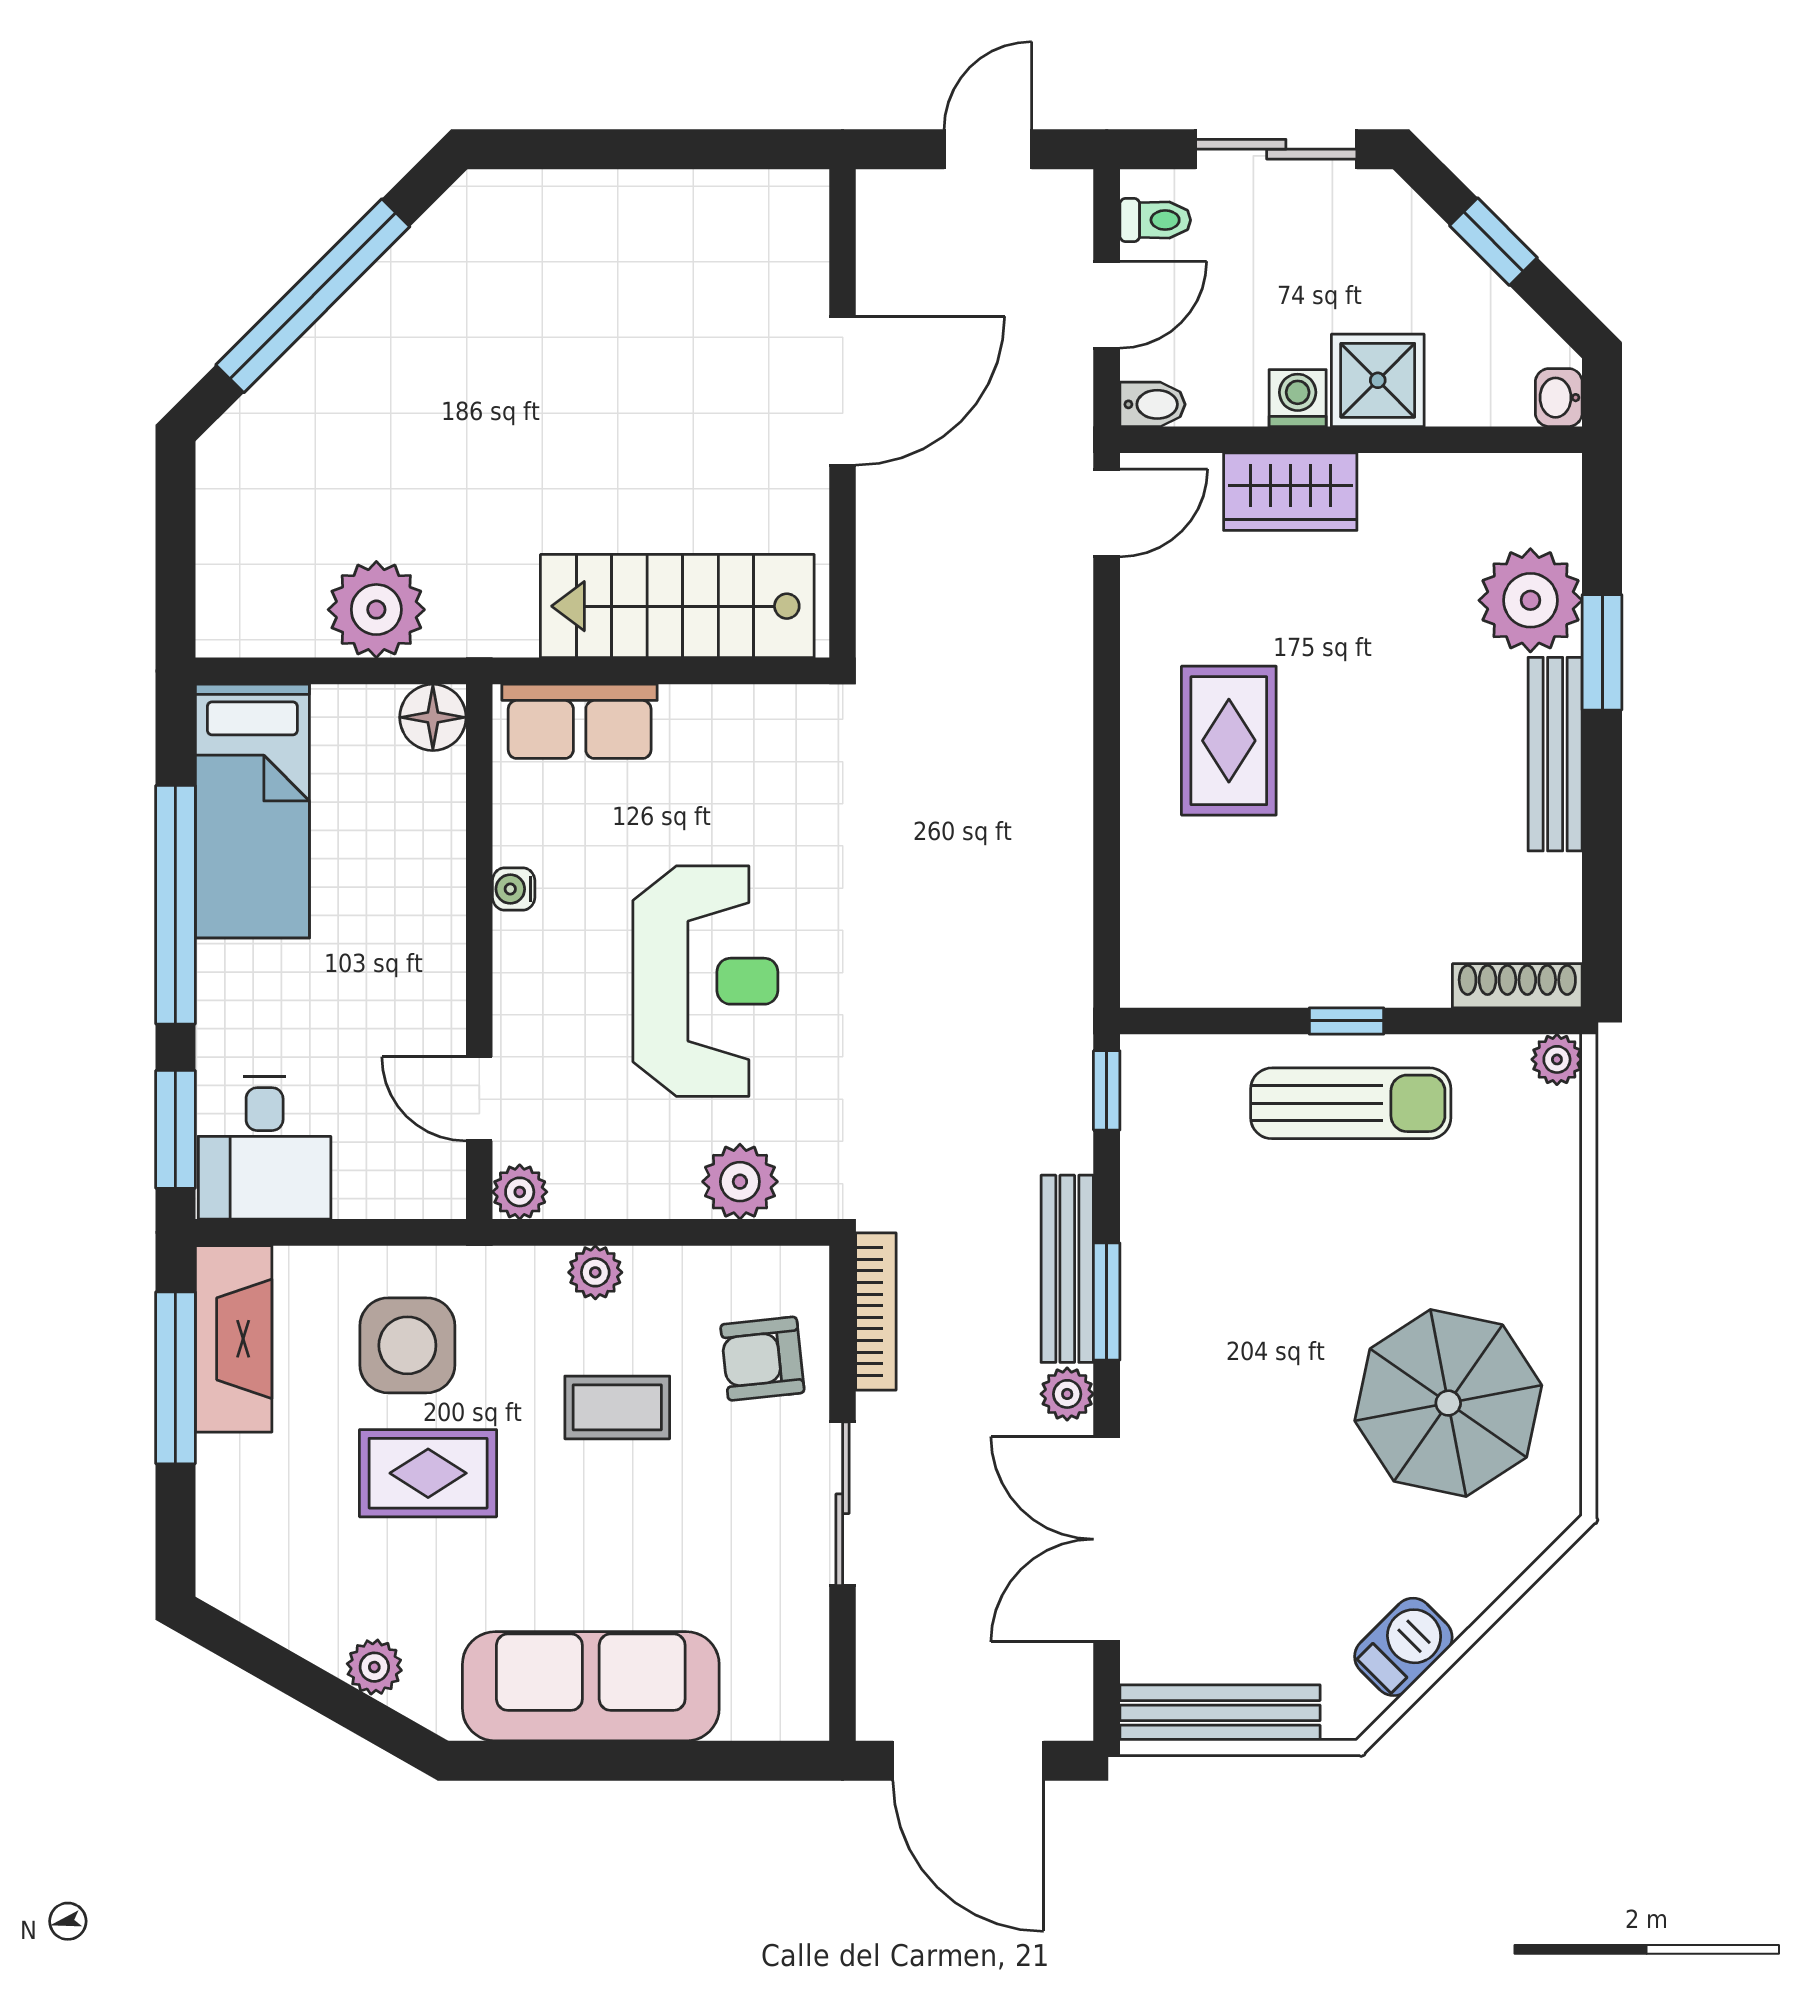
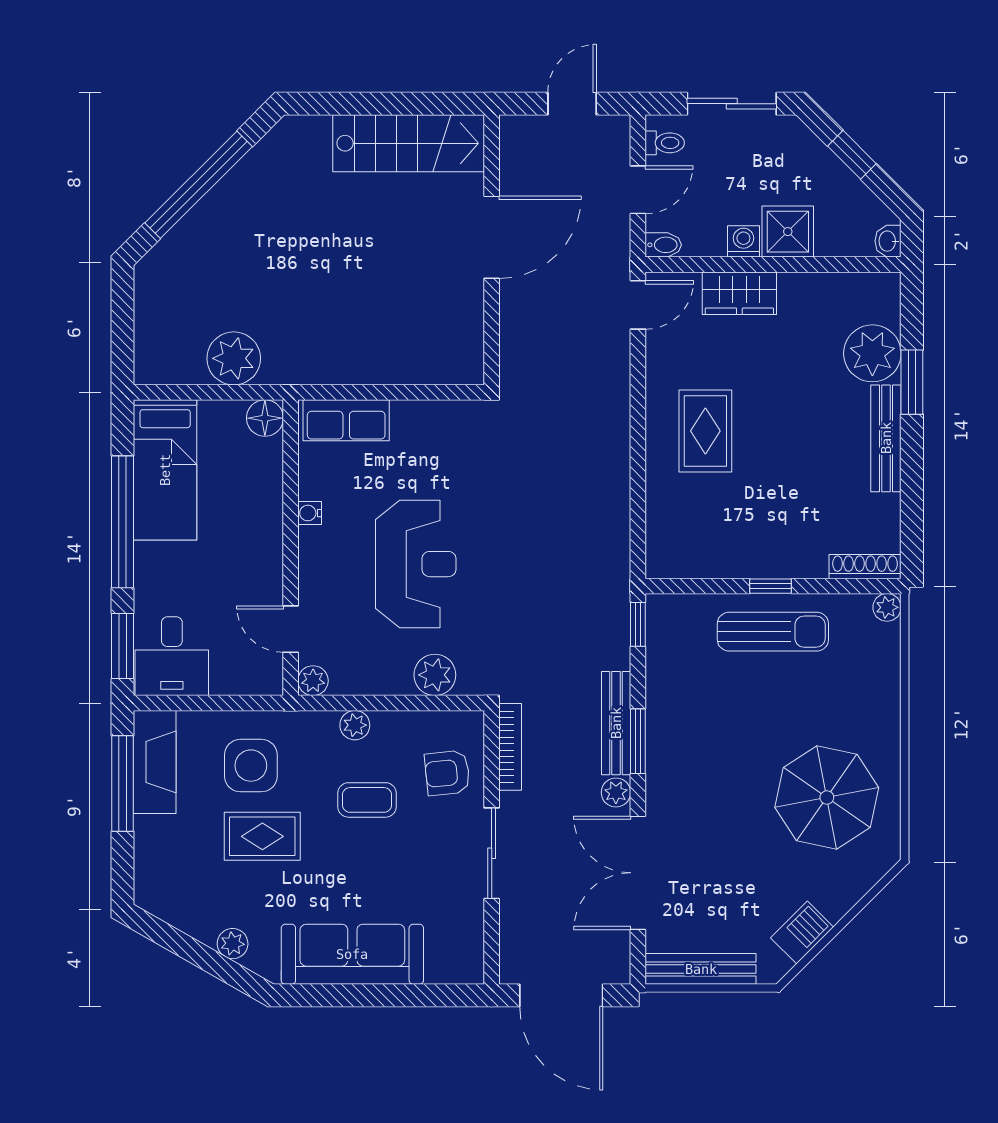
stairs: (677, 606) -> (409, 143), moved, turned 180

